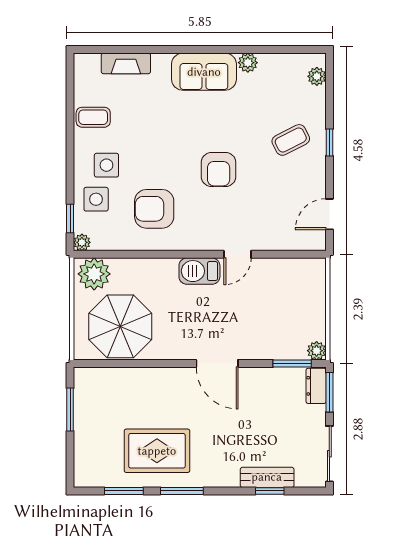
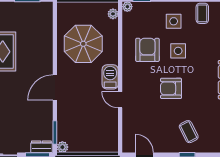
side table: (96, 199) -> (178, 51), moved
plant: (94, 274) -> (113, 14), width x0.53, depth x0.53
parasol: (120, 326) -> (83, 44), moved

